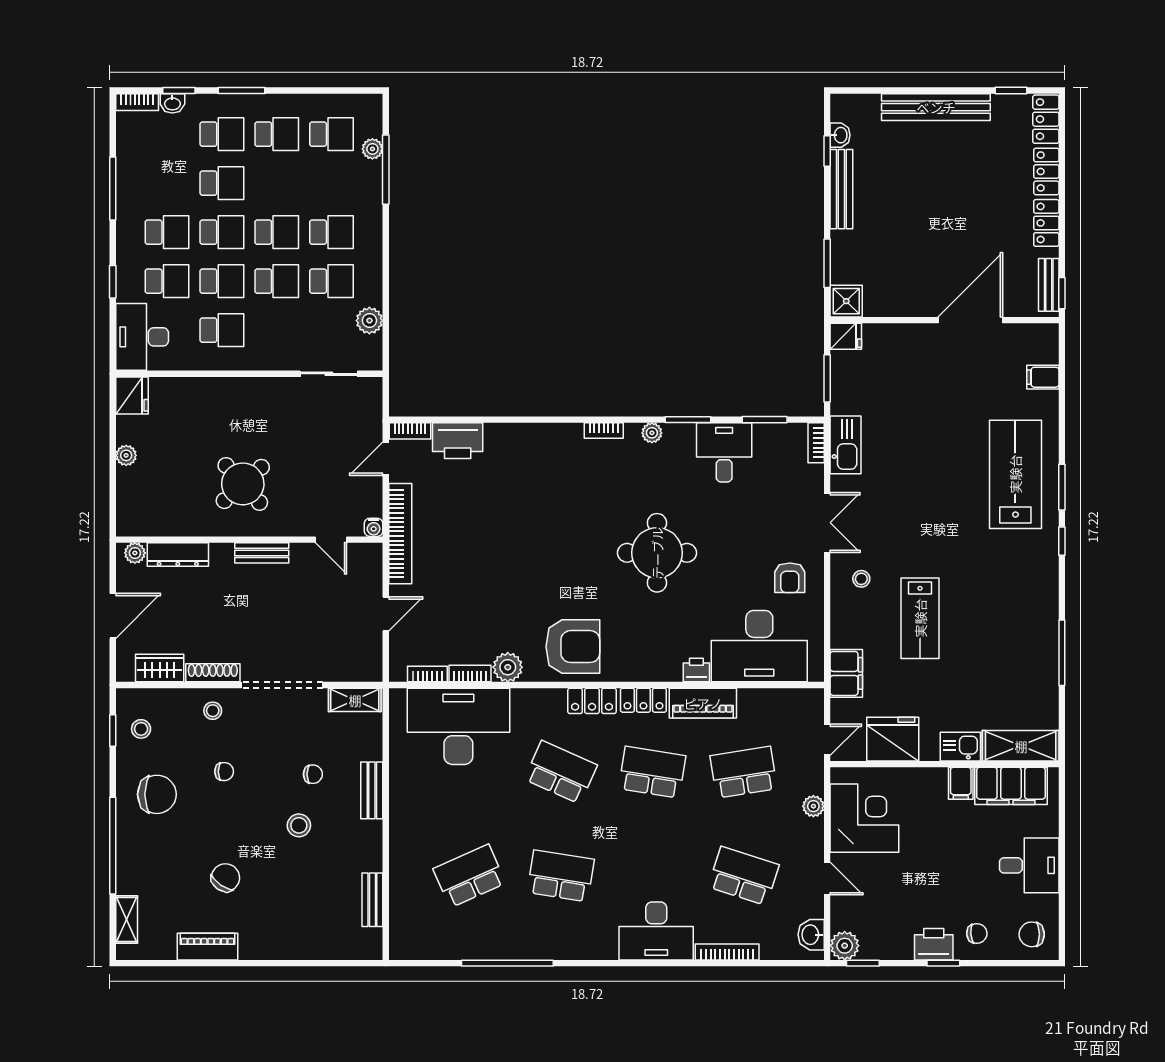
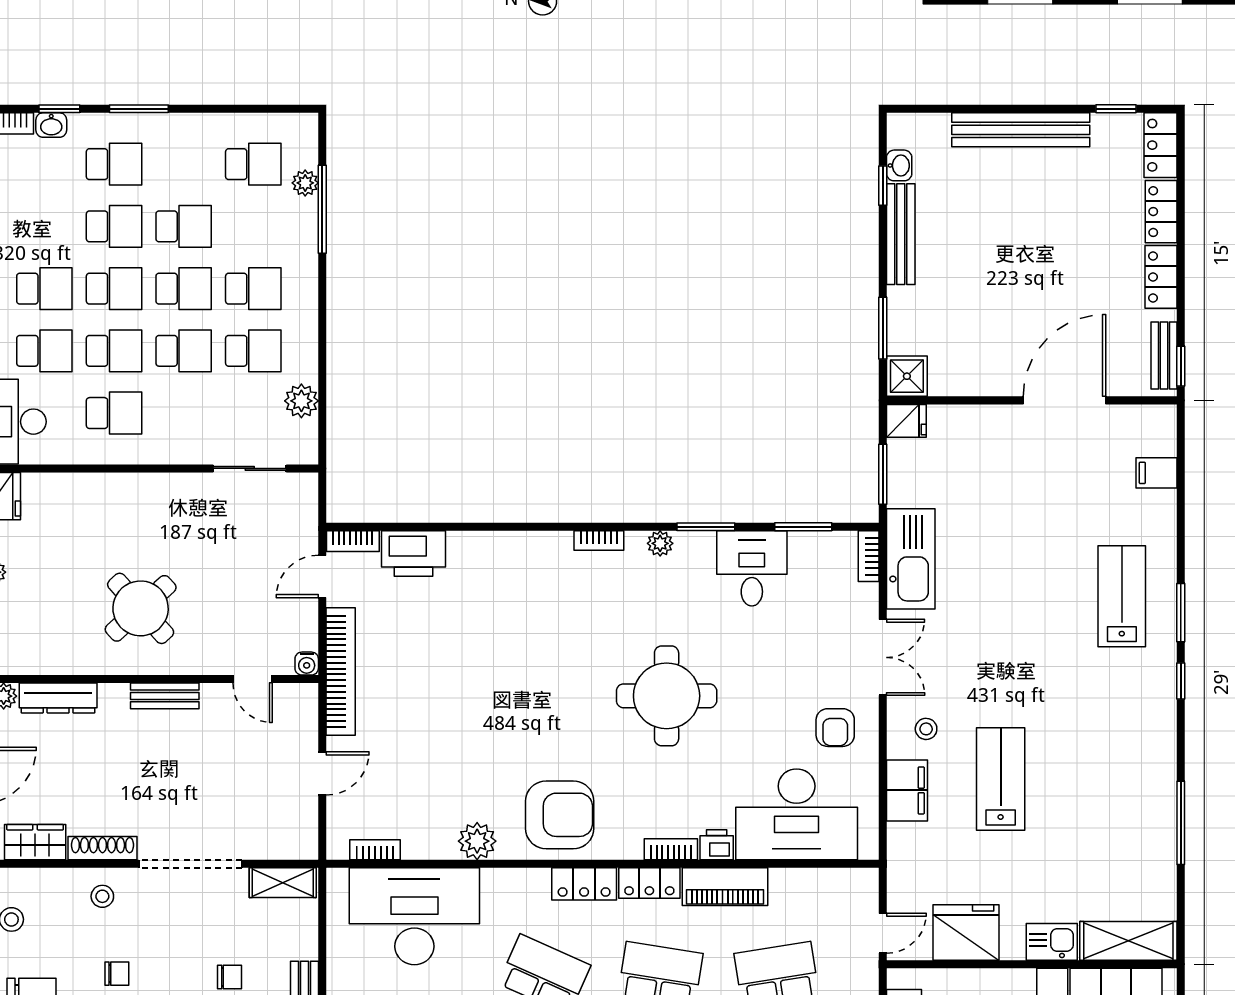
school desk: (277, 134) -> (184, 226), moved
kitchen sink: (846, 445) -> (911, 559), width x1.36, depth x1.24
lab bench: (1015, 474) -> (1122, 596), width x0.73, depth x0.72
lab bench: (920, 618) -> (1001, 779), turned 180
filing cabinet: (846, 673) -> (907, 790), moved
bookcase: (470, 674) -> (671, 849), moved

